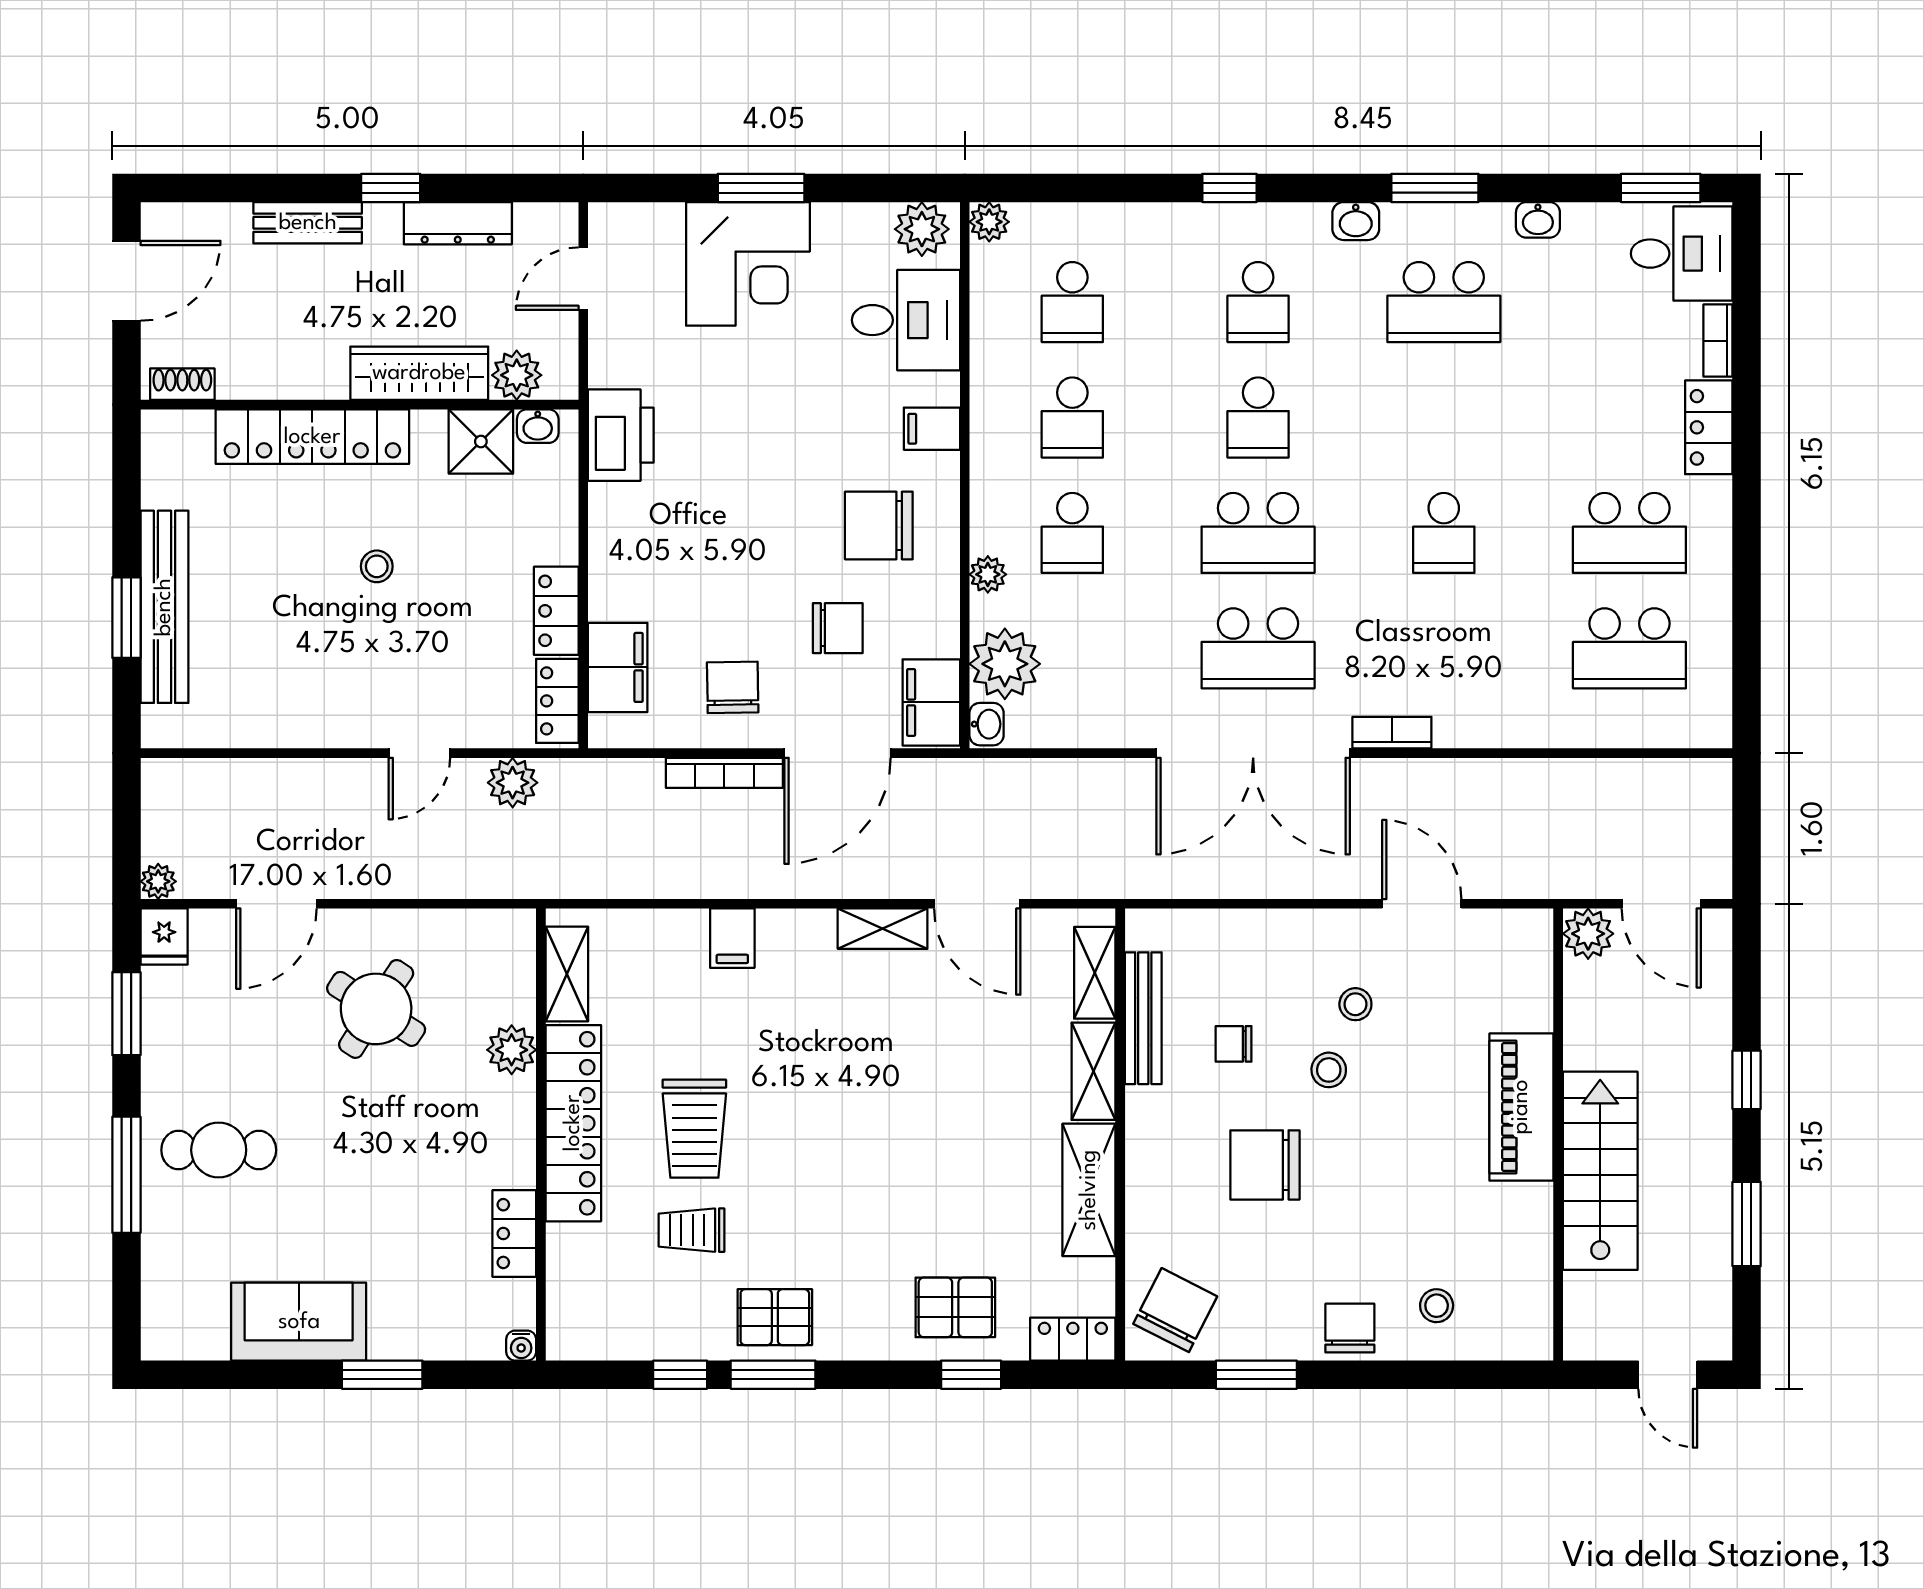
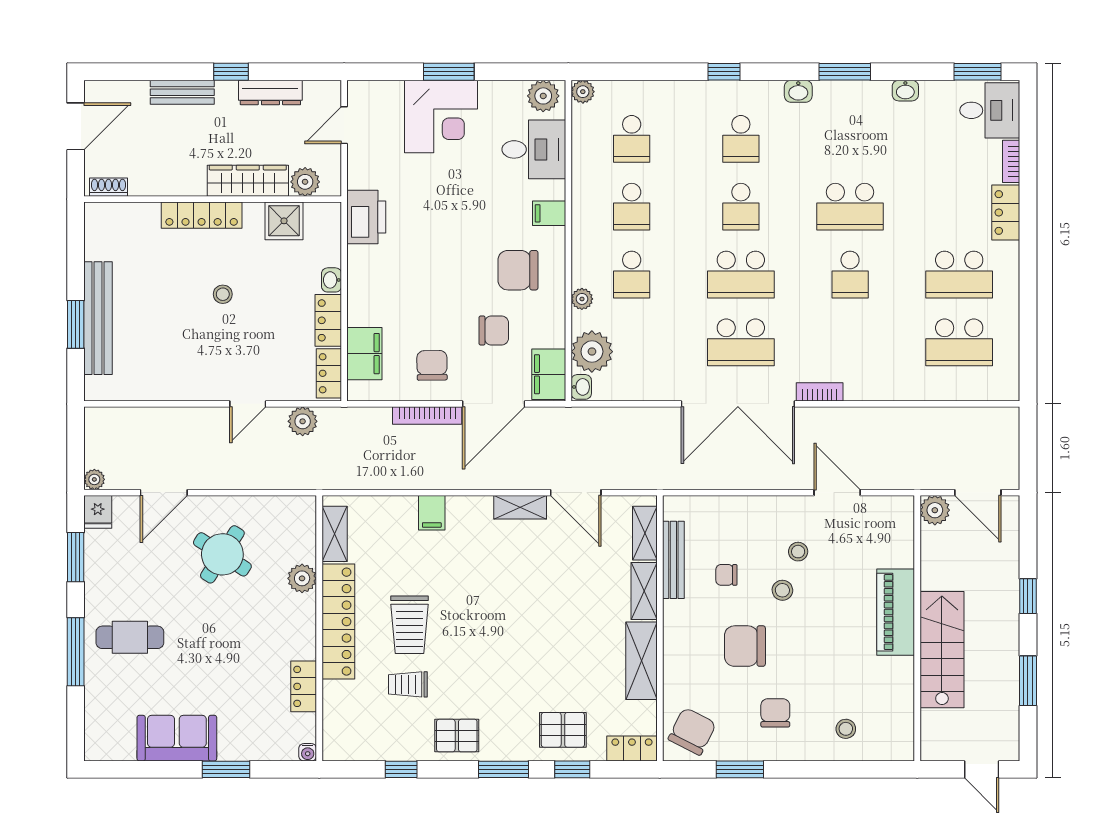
school desk: (1444, 302) -> (850, 207), moved
washbasin: (538, 426) -> (332, 280), moved, turned 90
locker: (312, 437) -> (202, 215), width x0.71, depth x0.83
chair: (1350, 1328) -> (775, 713), moved
window: (773, 1375) -> (503, 769), moved

